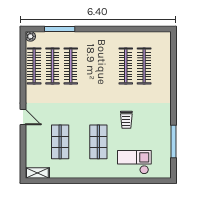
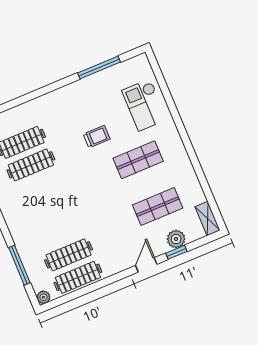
clothes rail: (71, 66) -> (59, 232), removed
window: (23, 142) -> (176, 252), added
plant: (32, 145) -> (176, 239), added

